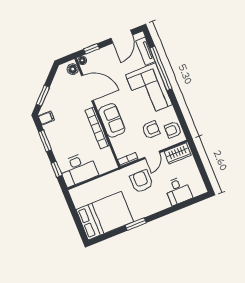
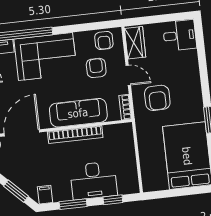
sofa: (112, 120) -> (78, 113), width x1.36
desk: (78, 169) -> (93, 181), moved, turned 90
armchair: (141, 181) -> (157, 98), turned -90
desk: (178, 191) -> (180, 35), moved

